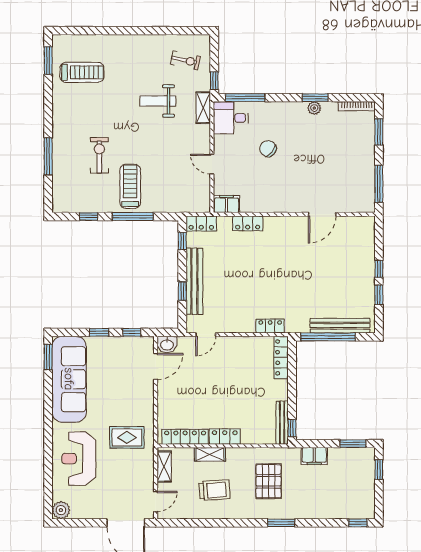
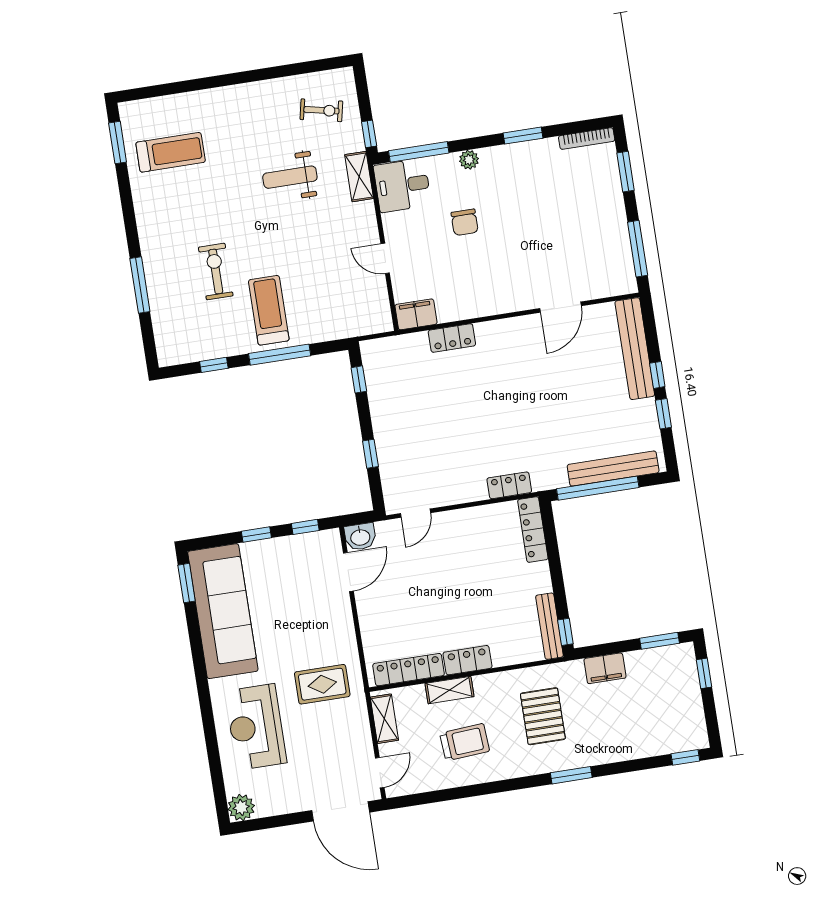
plant: (314, 108) -> (469, 160), moved
chair: (268, 149) -> (465, 222), turned -130
locker: (201, 223) -> (383, 349), removed
bench: (194, 281) -> (635, 349), moved

